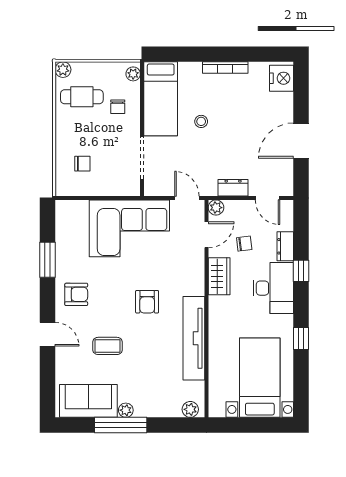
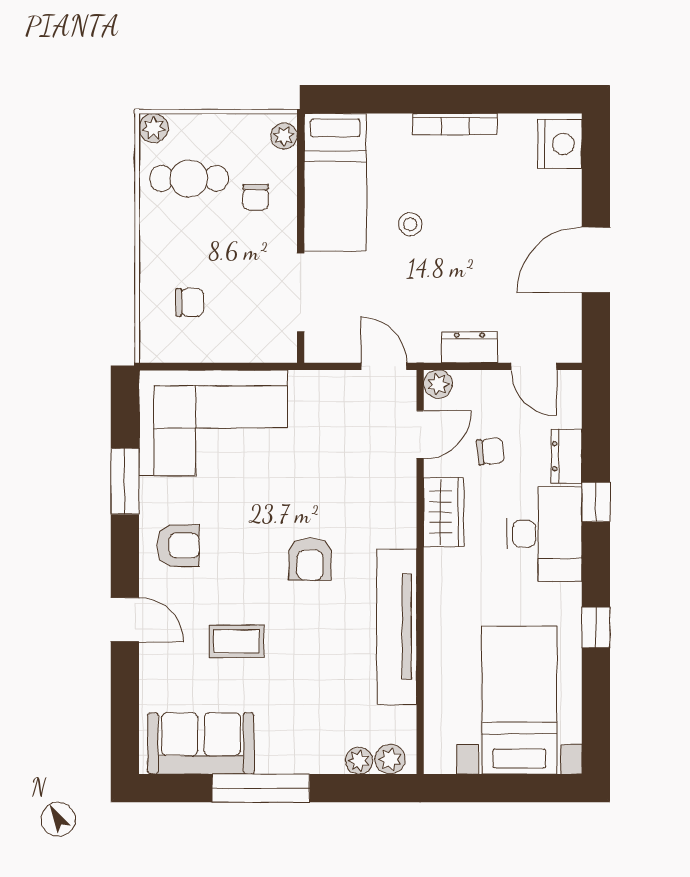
corner sofa: (129, 228) -> (213, 423), moved
plant: (126, 410) -> (359, 761), moved

